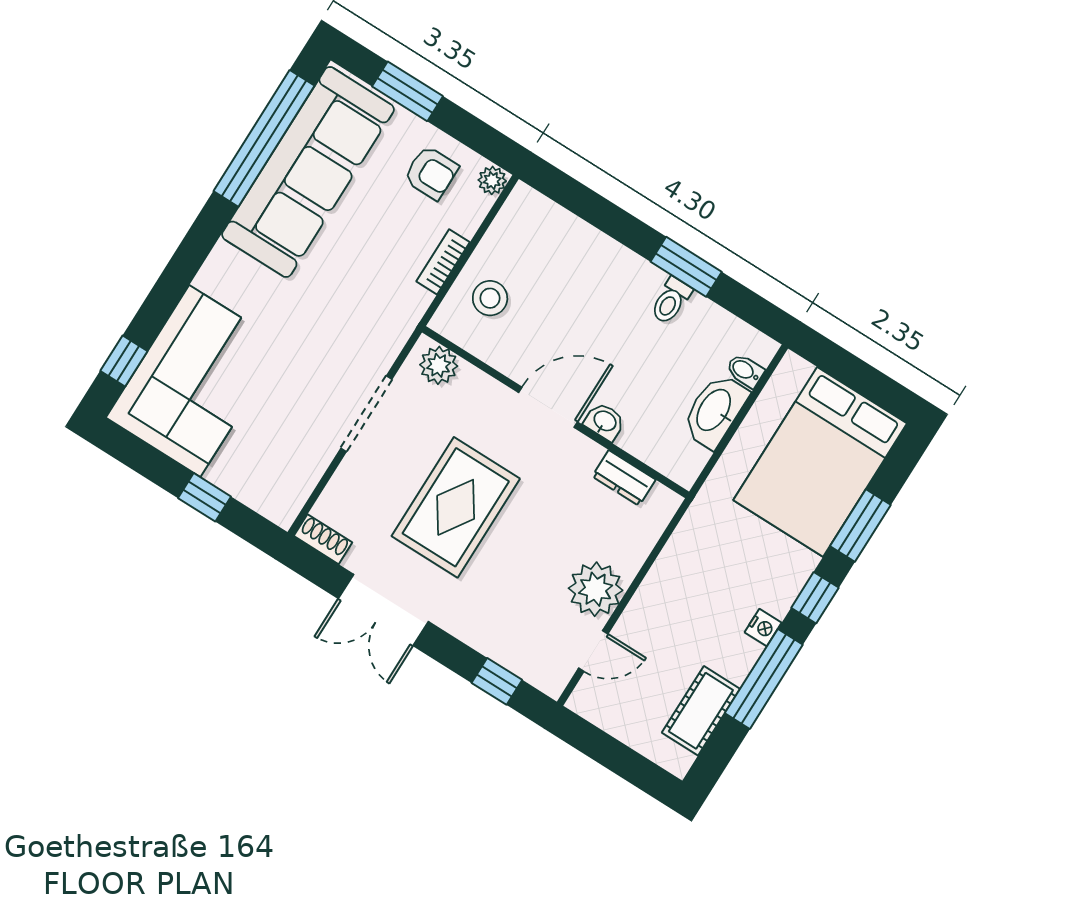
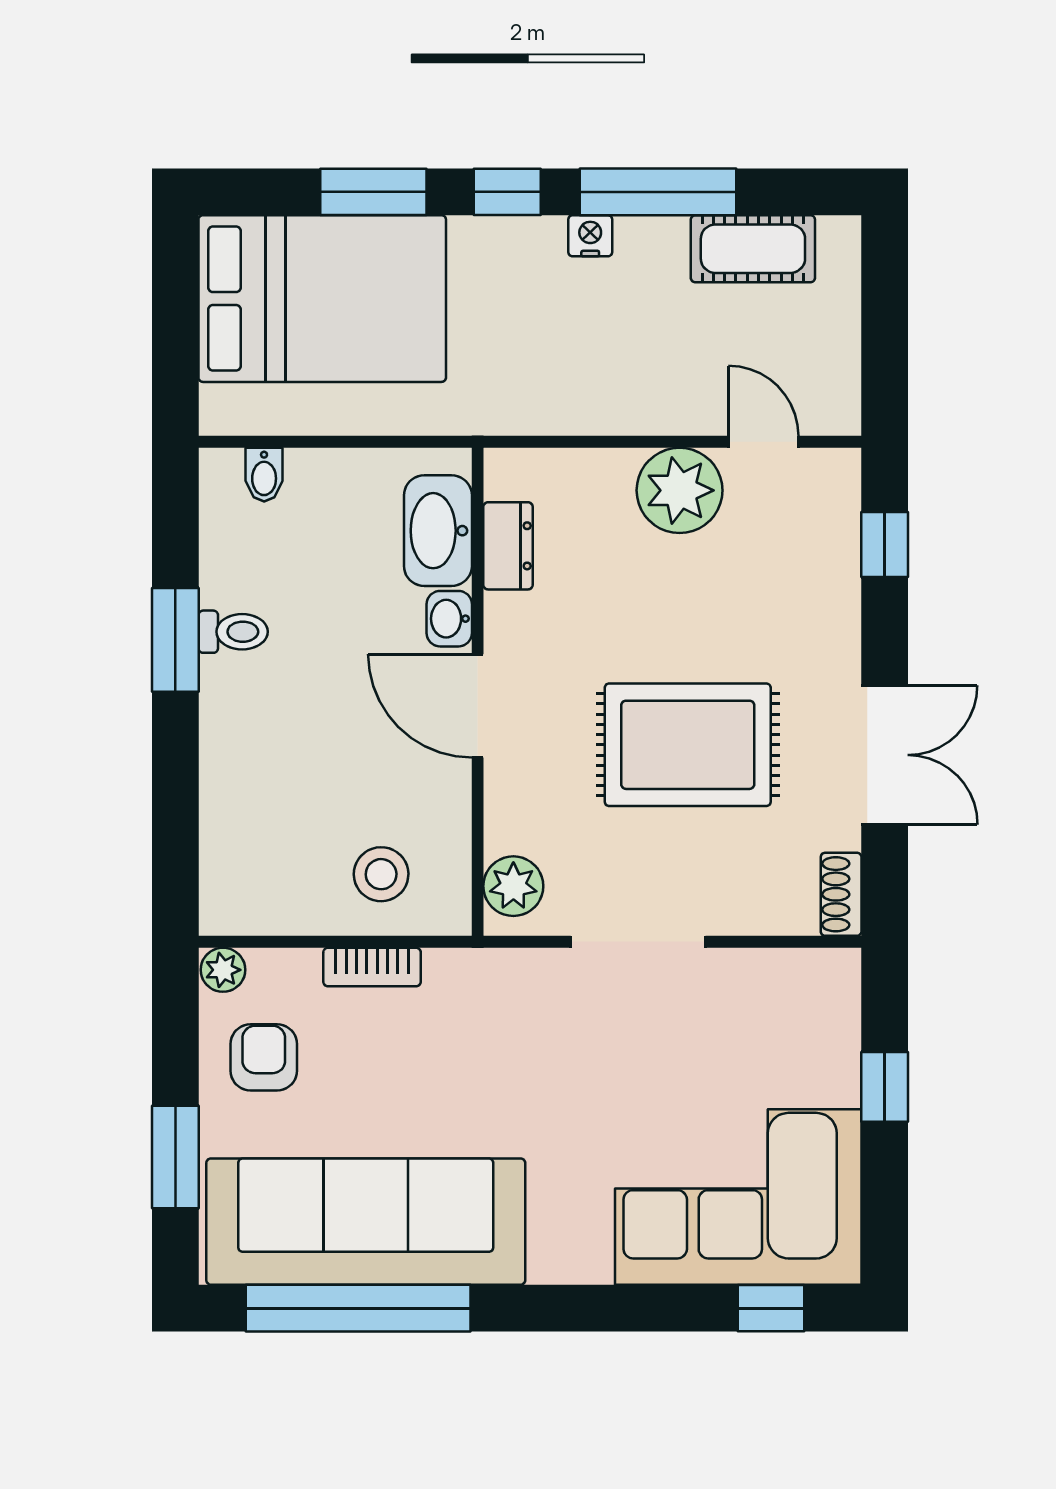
washbasin: (715, 411) -> (438, 531), moved, turned 90

